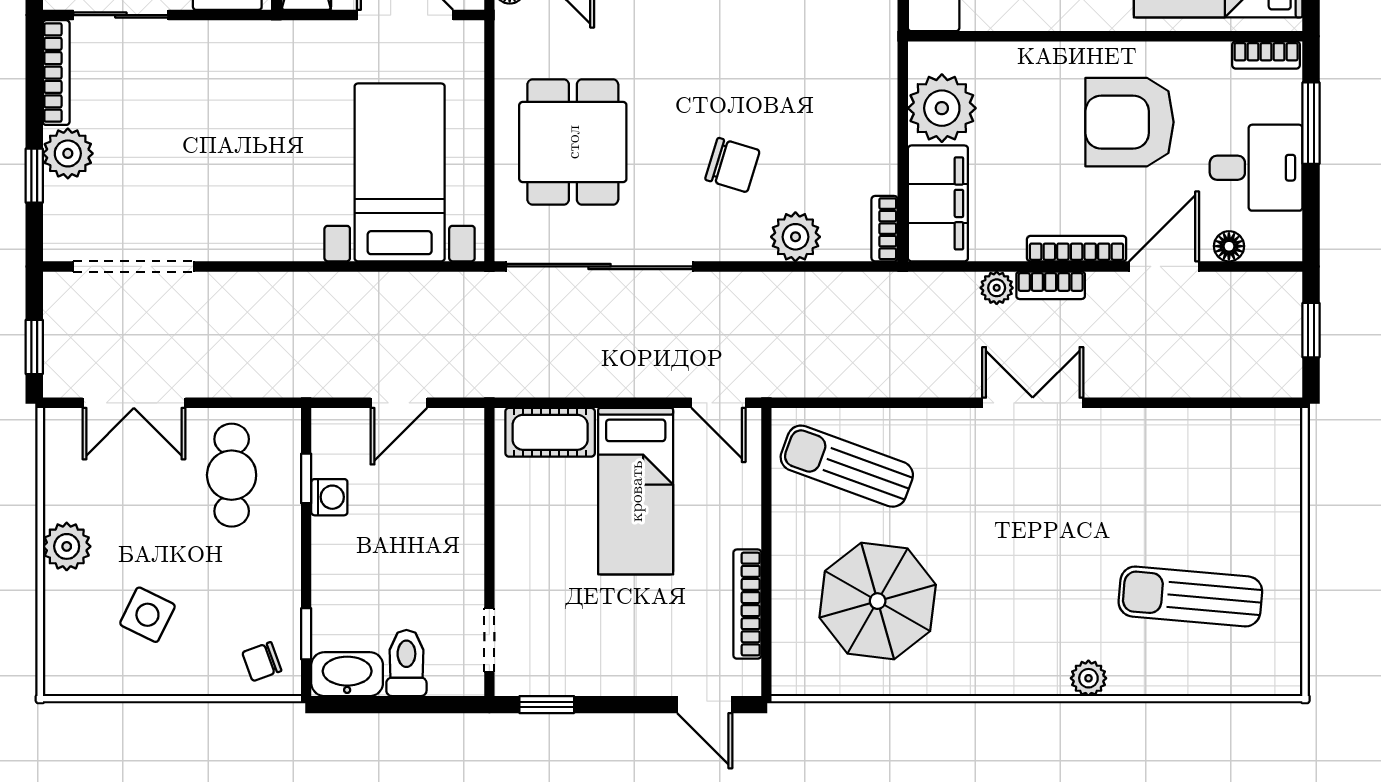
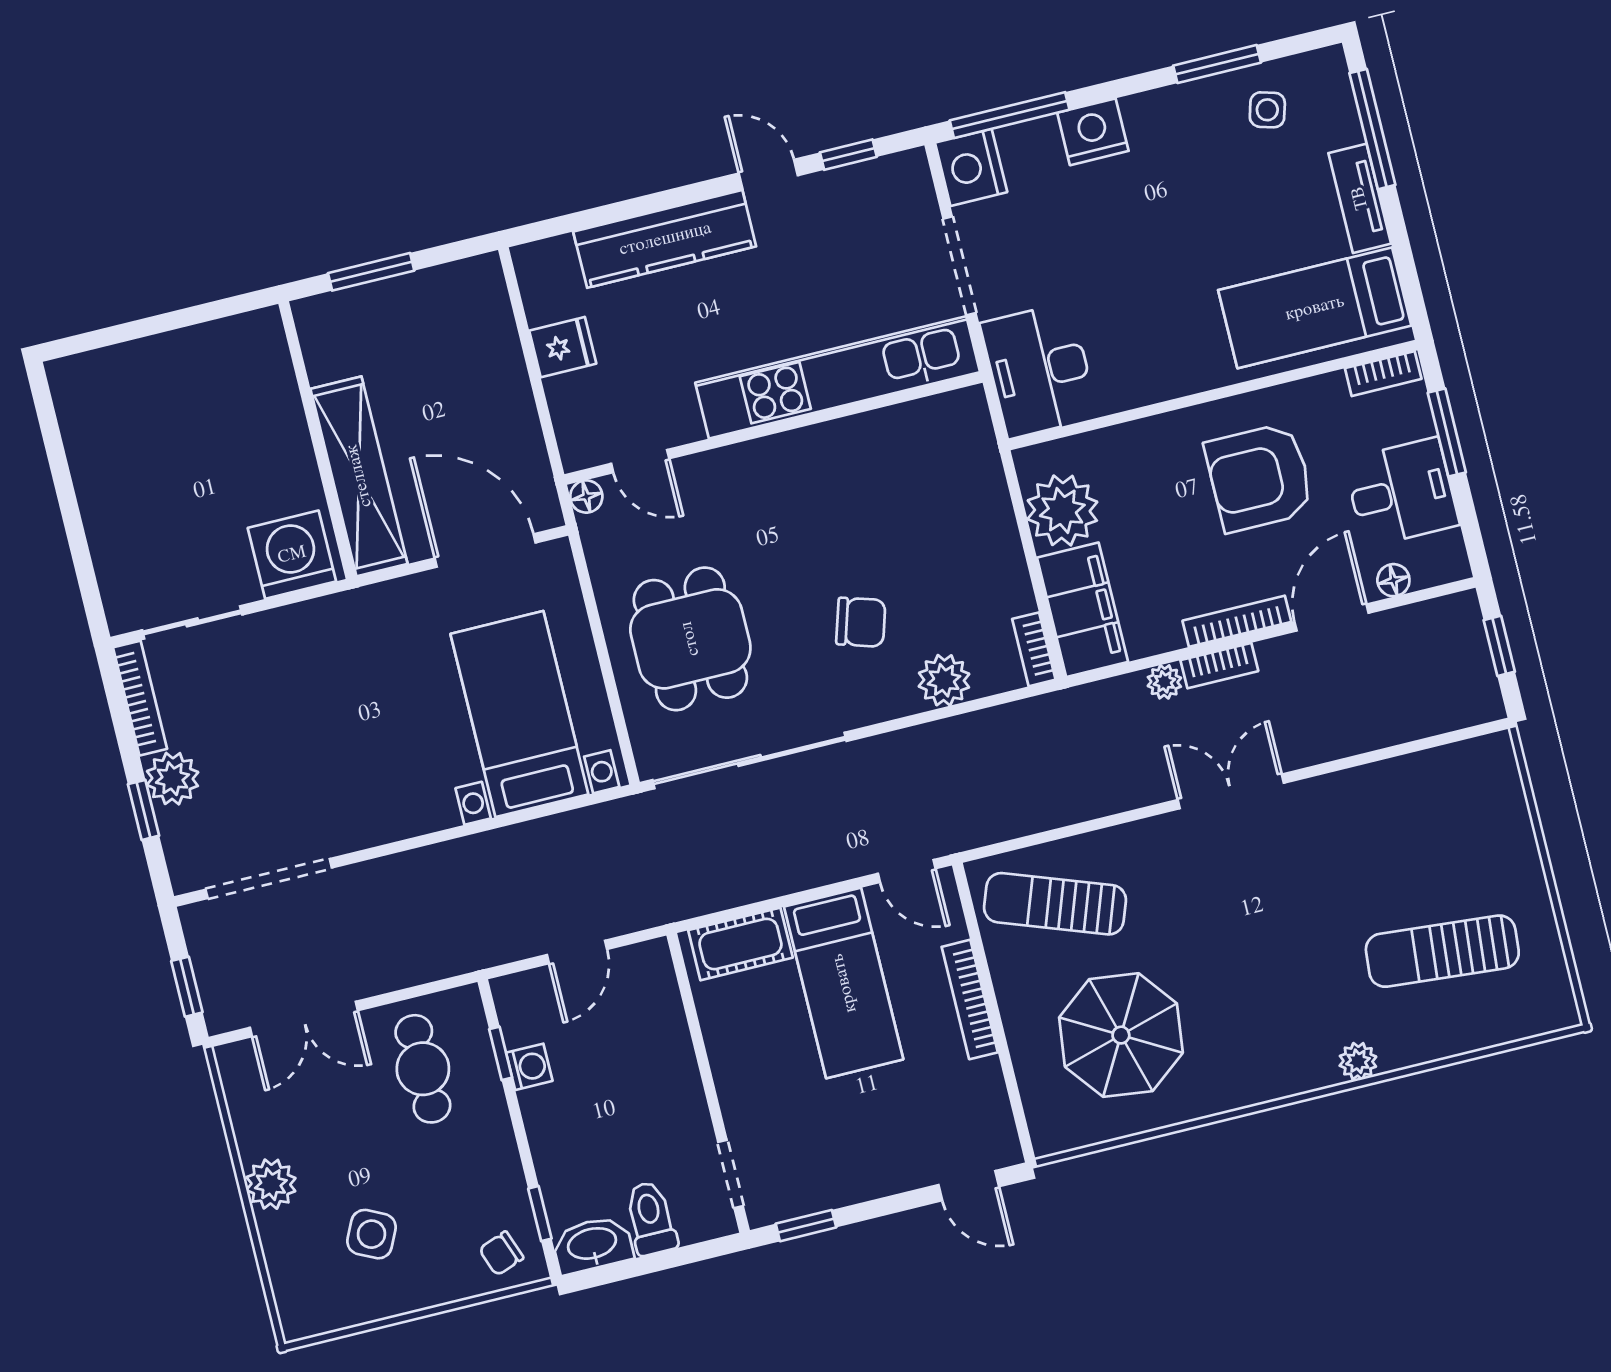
bookcase: (747, 604) -> (970, 1000), moved

